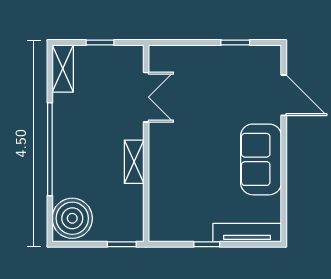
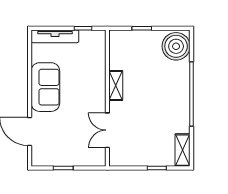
double door: (146, 97) -> (107, 130), moved
wall: (146, 143) -> (107, 98), moved
shelving: (134, 162) -> (116, 85), moved

